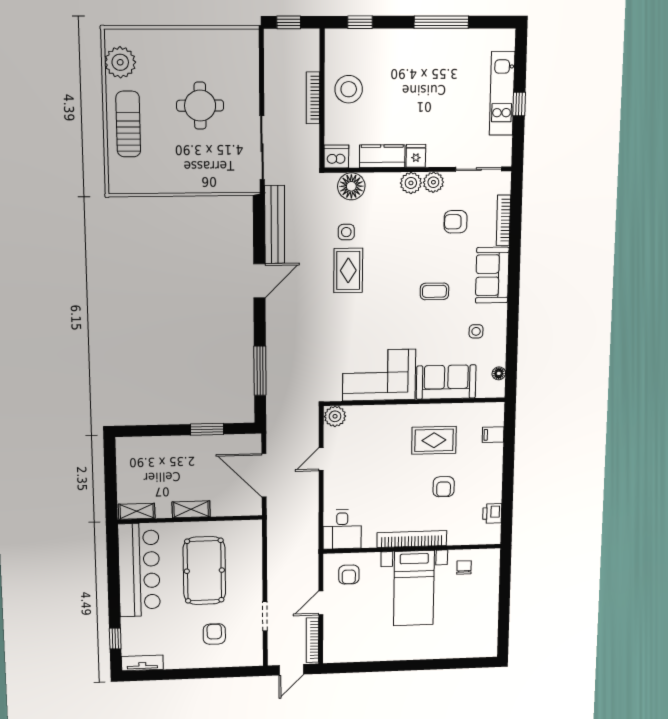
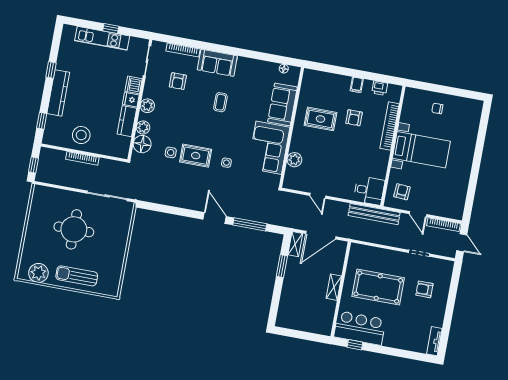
window: (441, 22) -> (51, 70), width x0.46
kitchen counter: (408, 41) -> (58, 93), added
round table: (200, 106) -> (74, 229), width x1.36, depth x1.36
dishwasher: (336, 157) -> (134, 85), moved
plant: (433, 182) -> (143, 127), moved
bench: (275, 225) -> (374, 214), moved
door: (259, 281) -> (215, 218), moved
side table: (476, 331) -> (226, 163), moved
plant: (335, 416) -> (294, 160), moved
filing cabinet: (493, 435) -> (357, 85), moved
rug: (434, 440) -> (320, 119), turned 90
armchair: (444, 487) -> (354, 118), turned 90
shelving: (137, 511) -> (295, 244), moved
bookcase: (412, 539) -> (390, 126), moved
chair: (464, 567) -> (437, 108), moved
bar counter: (139, 570) -> (360, 328), width x0.73
armchair: (349, 575) -> (402, 192), turned -86
window: (115, 639) -> (355, 345), moved

